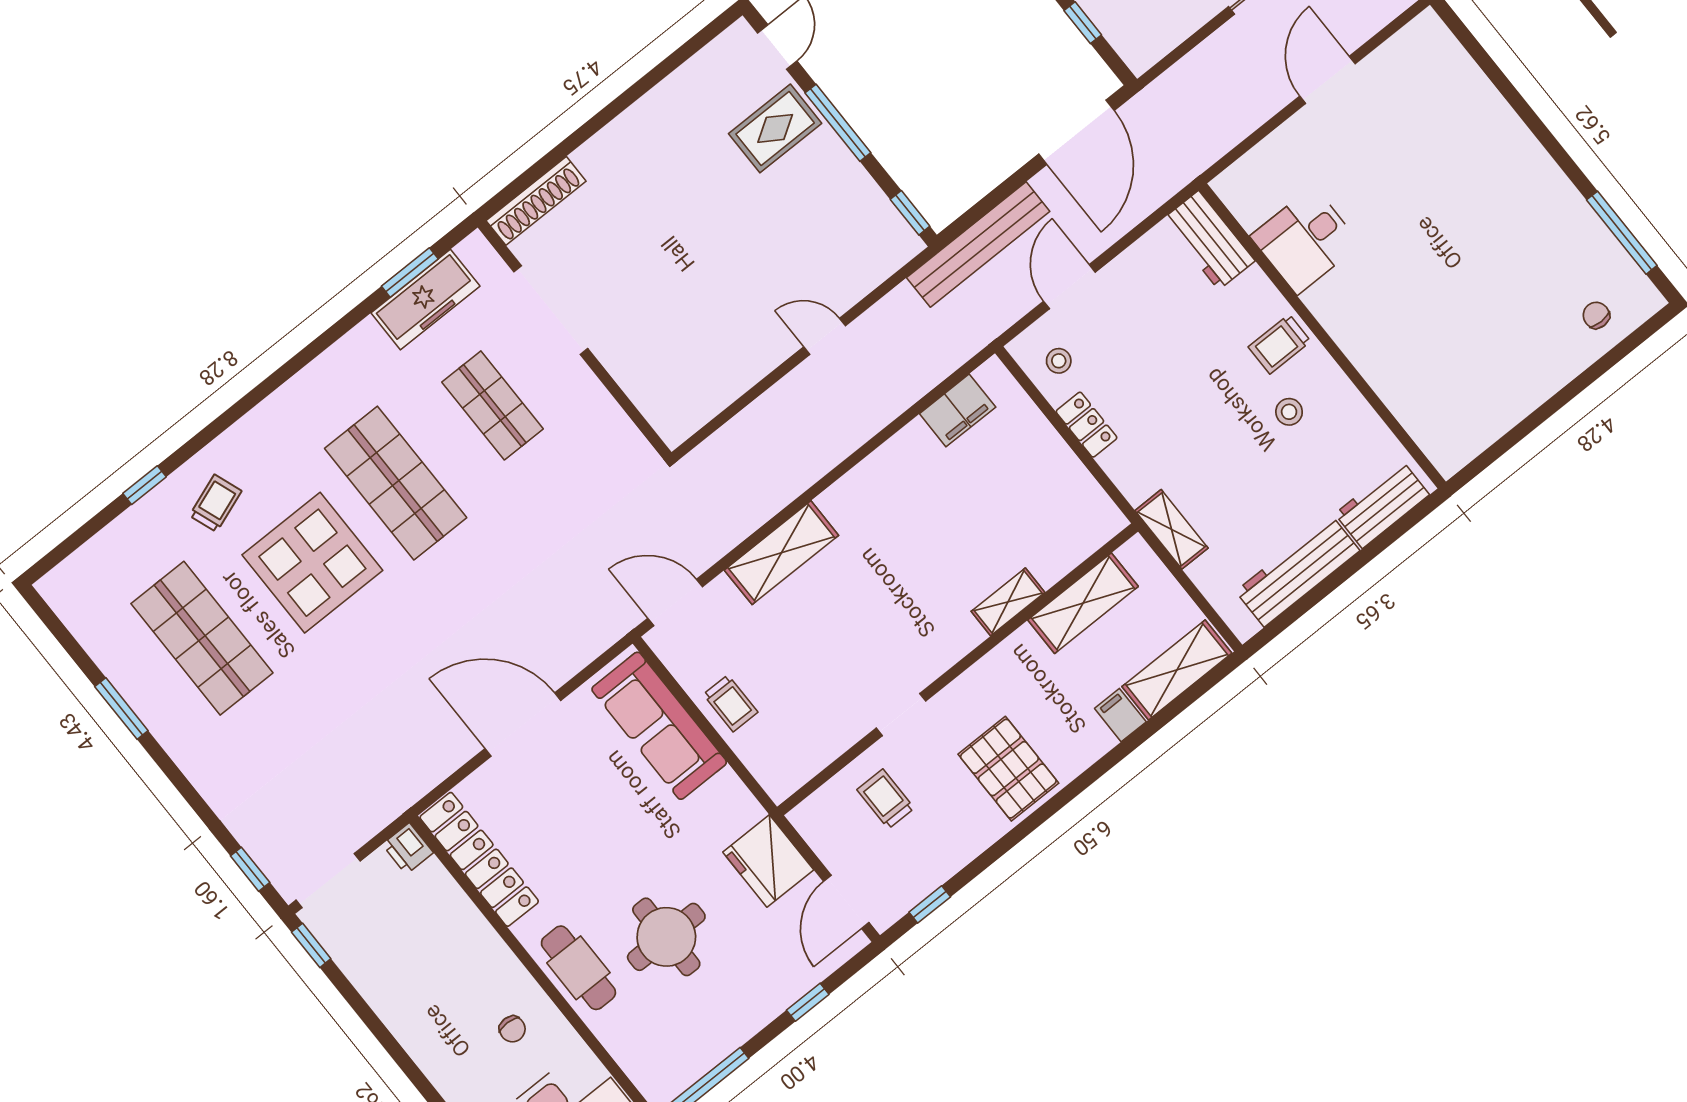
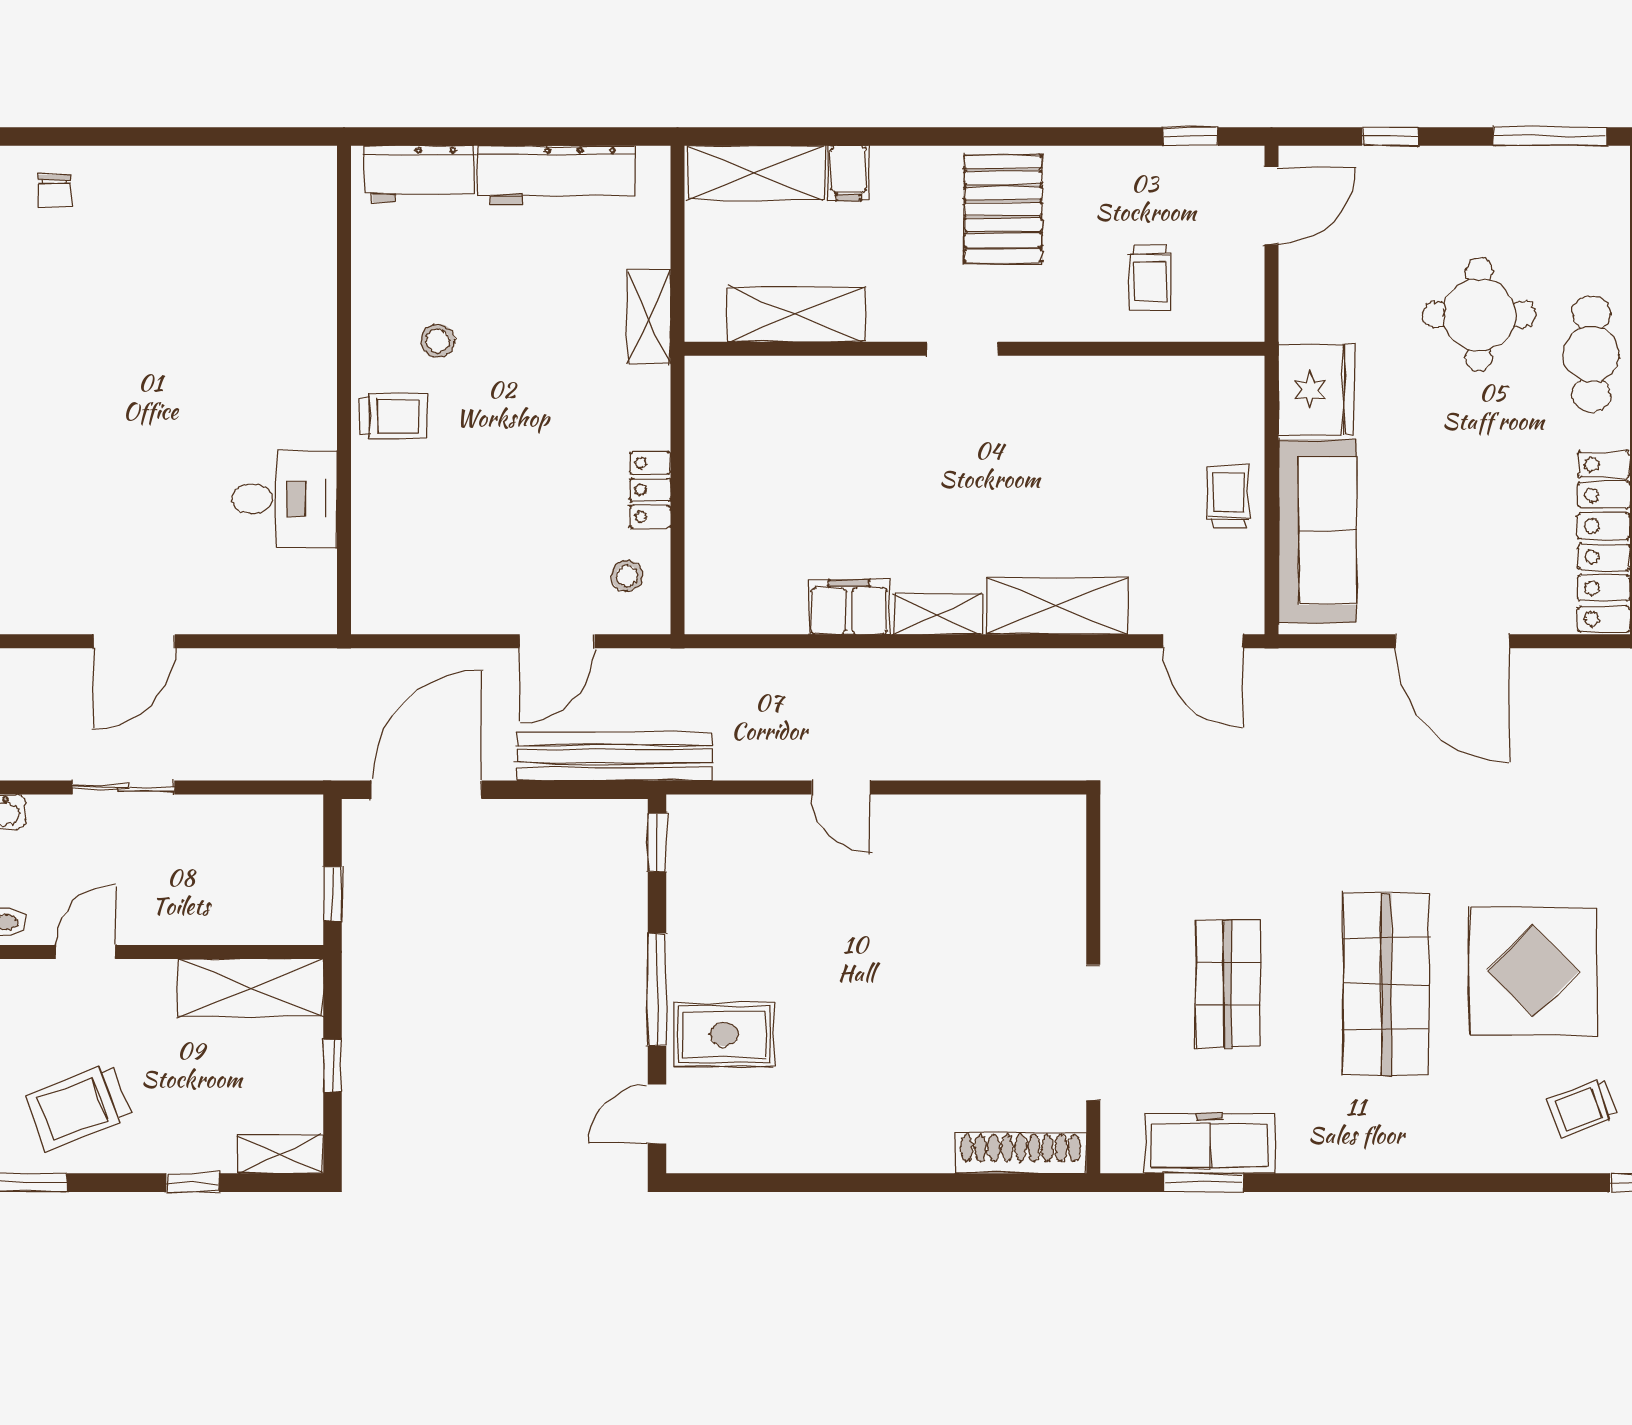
workbench: (1209, 240) -> (381, 576), removed
filing cabinet: (958, 410) -> (849, 607), moved
shelving: (1008, 602) -> (938, 614), moved
doorway: (901, 715) -> (962, 349), moved
fridge: (768, 861) -> (1317, 390), moved

